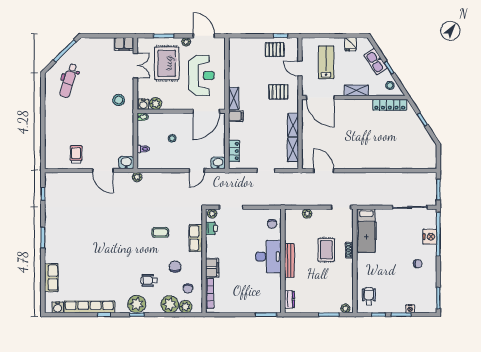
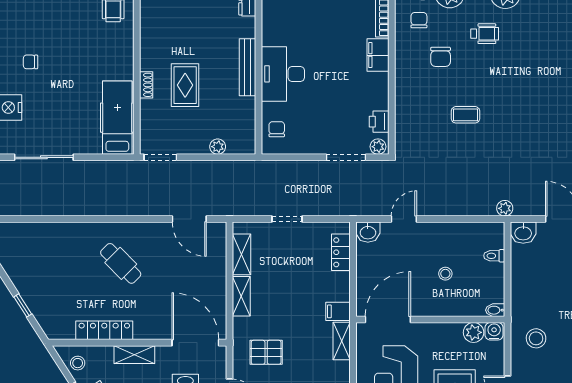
locker: (390, 105) -> (104, 330), moved
cafe table: (364, 144) -> (121, 263), added
row of seats: (196, 238) -> (406, 105), removed

